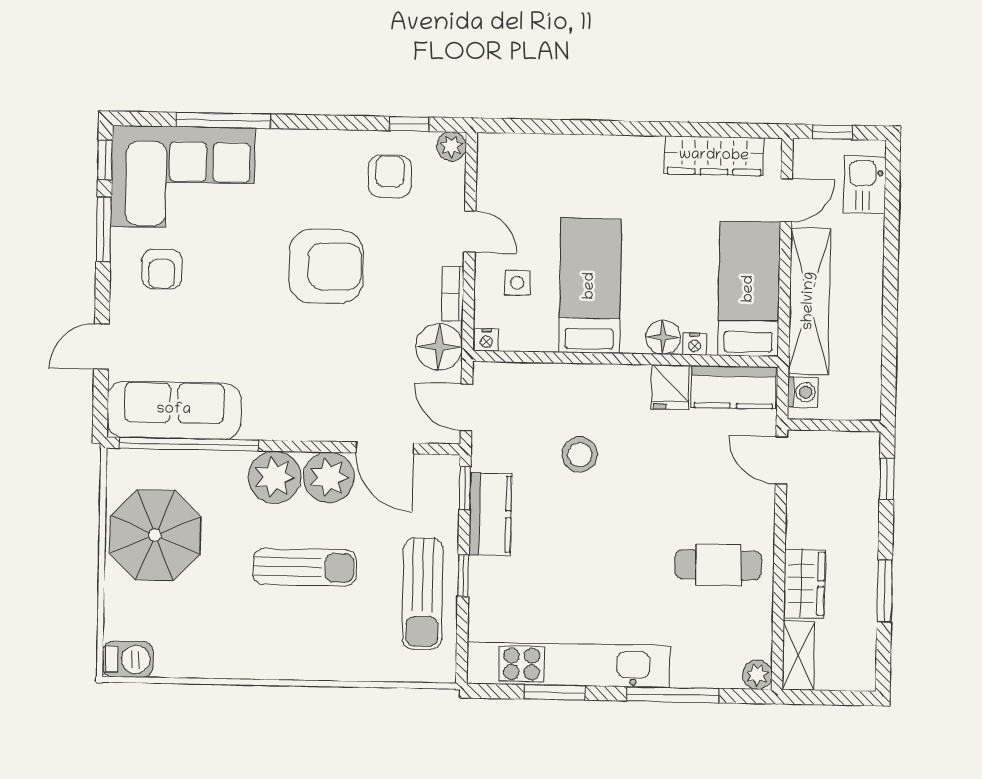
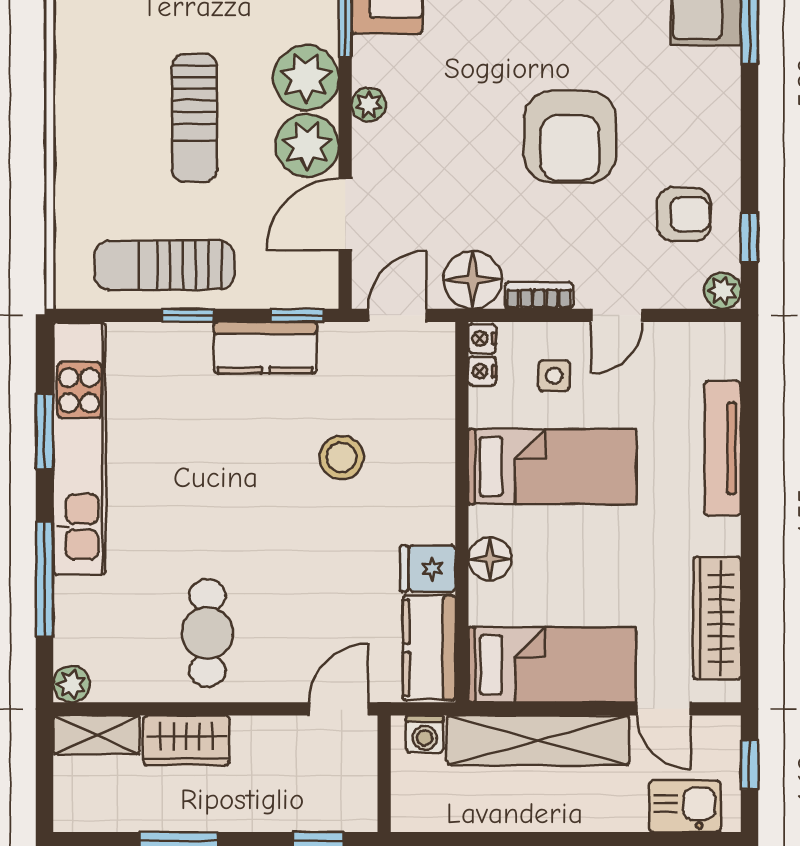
tv unit: (578, 149) -> (723, 448), added
nightstand: (695, 344) -> (482, 371), moved
plant: (297, 427) -> (369, 105), added

